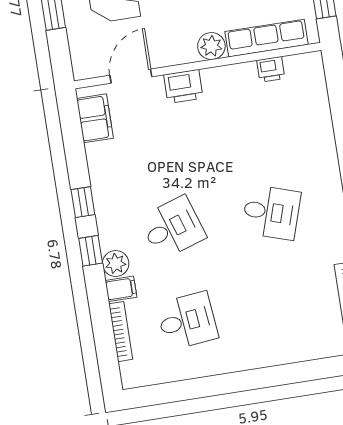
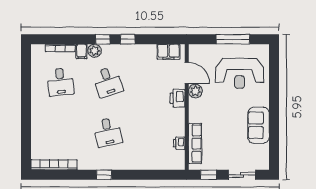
plant: (211, 46) -> (195, 91), moved
desk: (271, 212) -> (108, 132), turned -30

